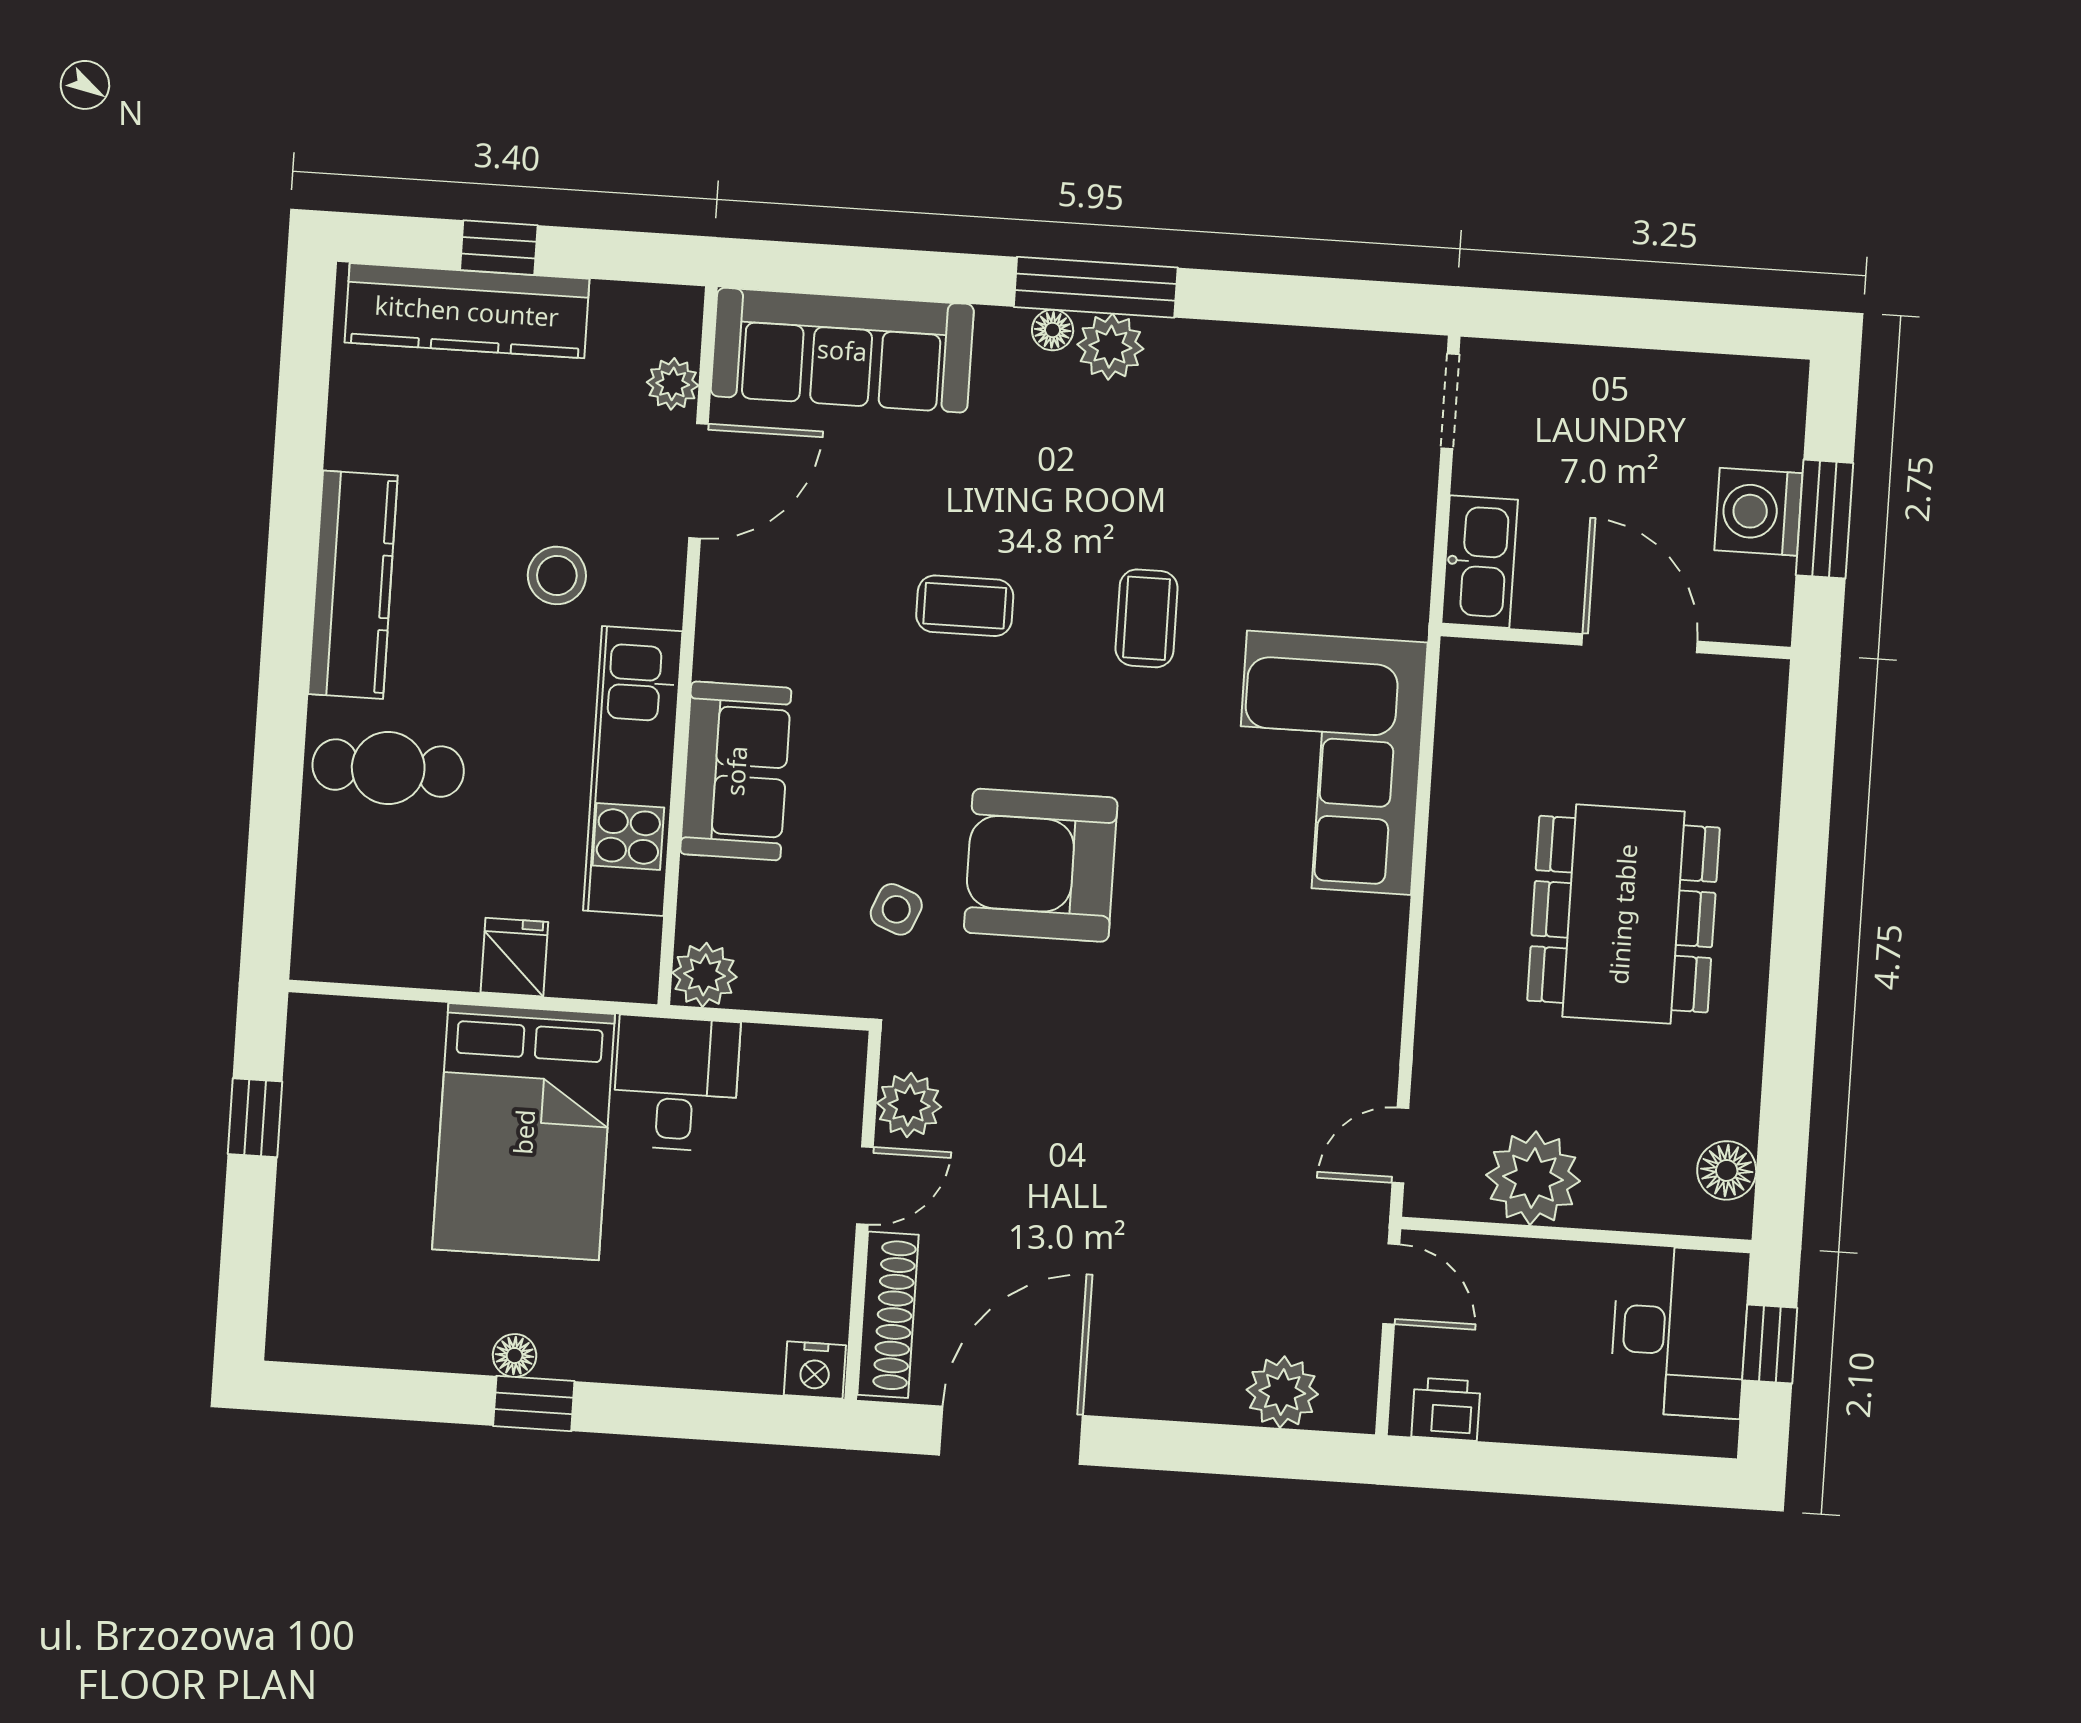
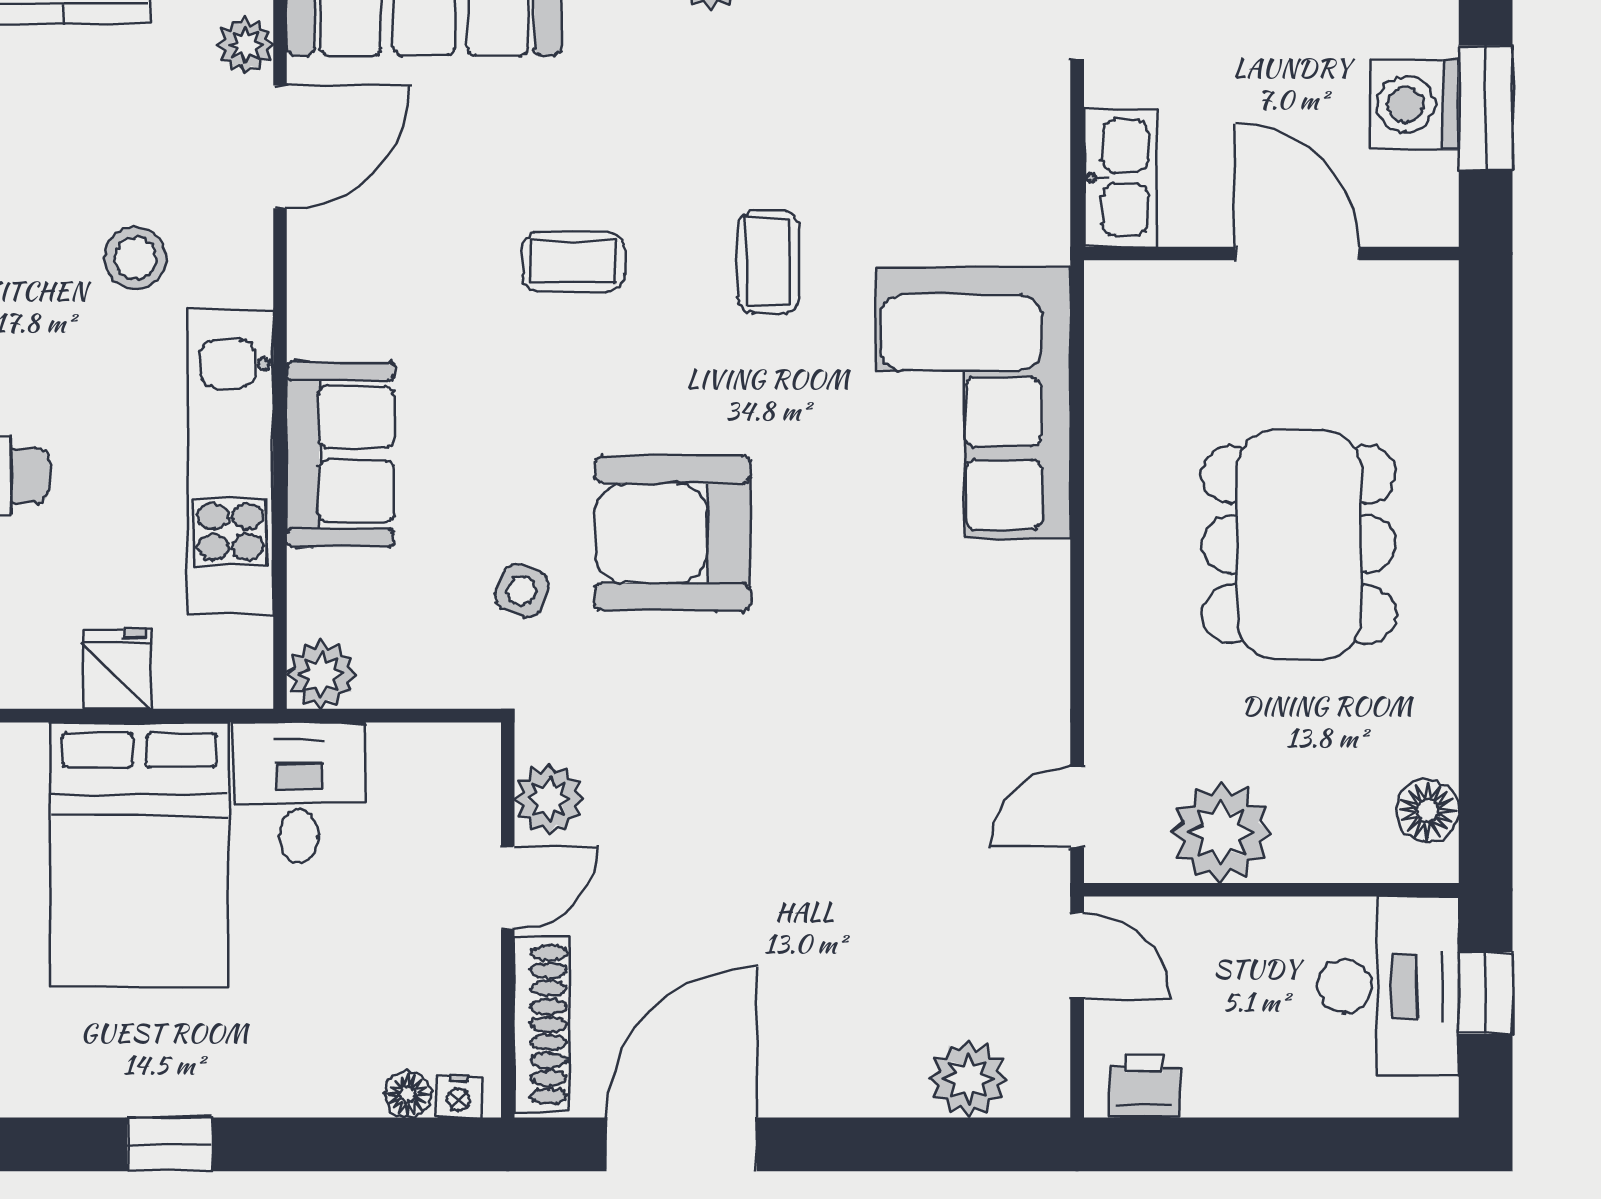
floor lamp: (515, 1356) -> (408, 1094), moved
nightstand: (815, 1370) -> (459, 1096), width x0.72, depth x0.74

